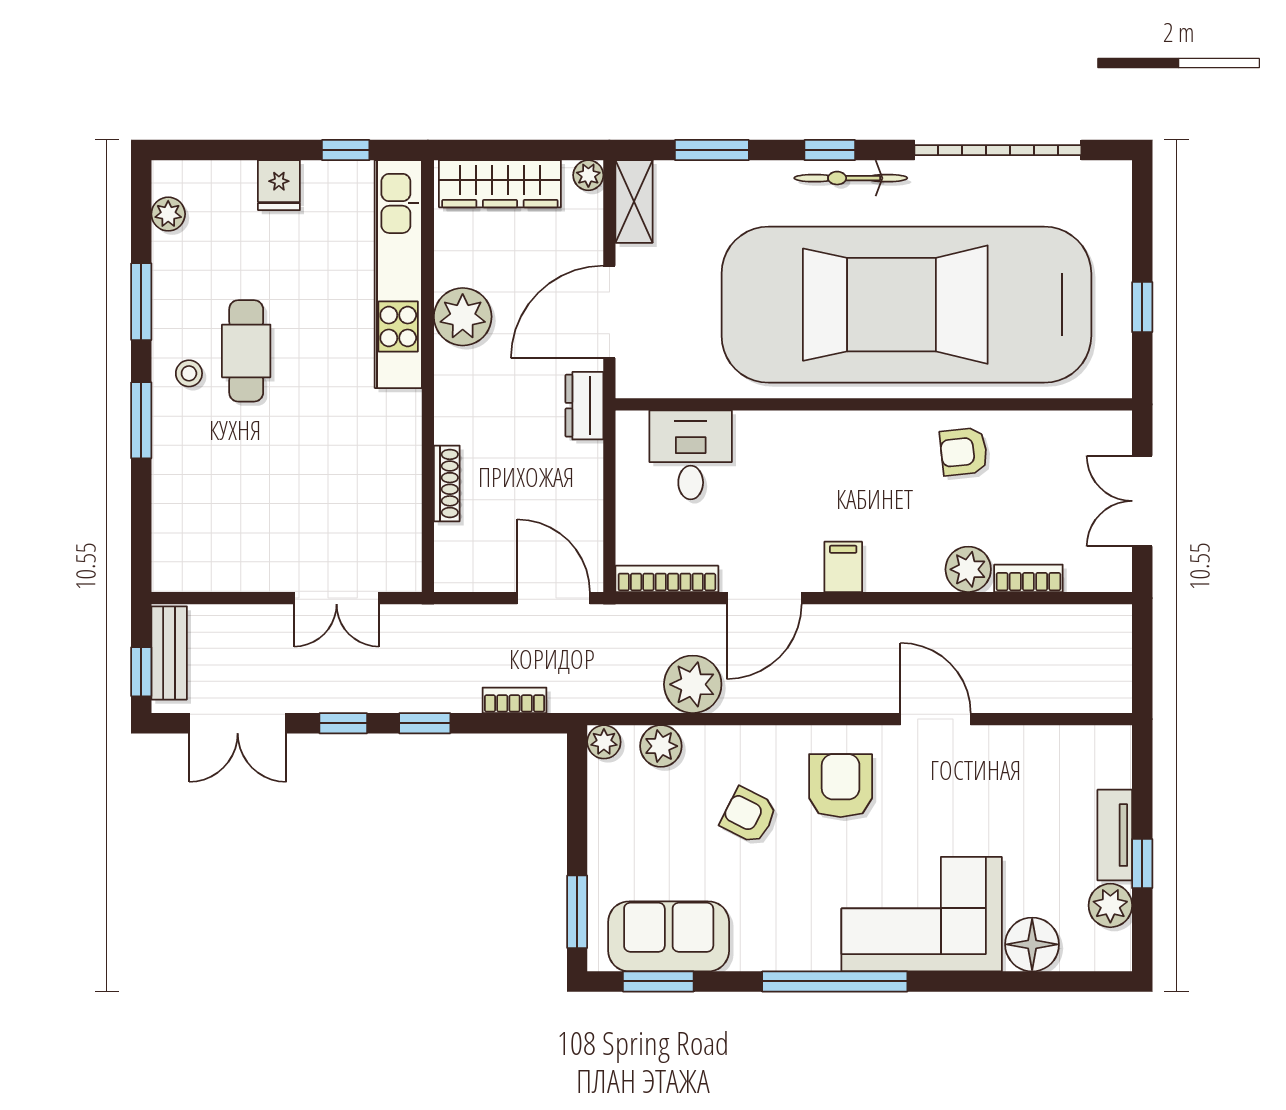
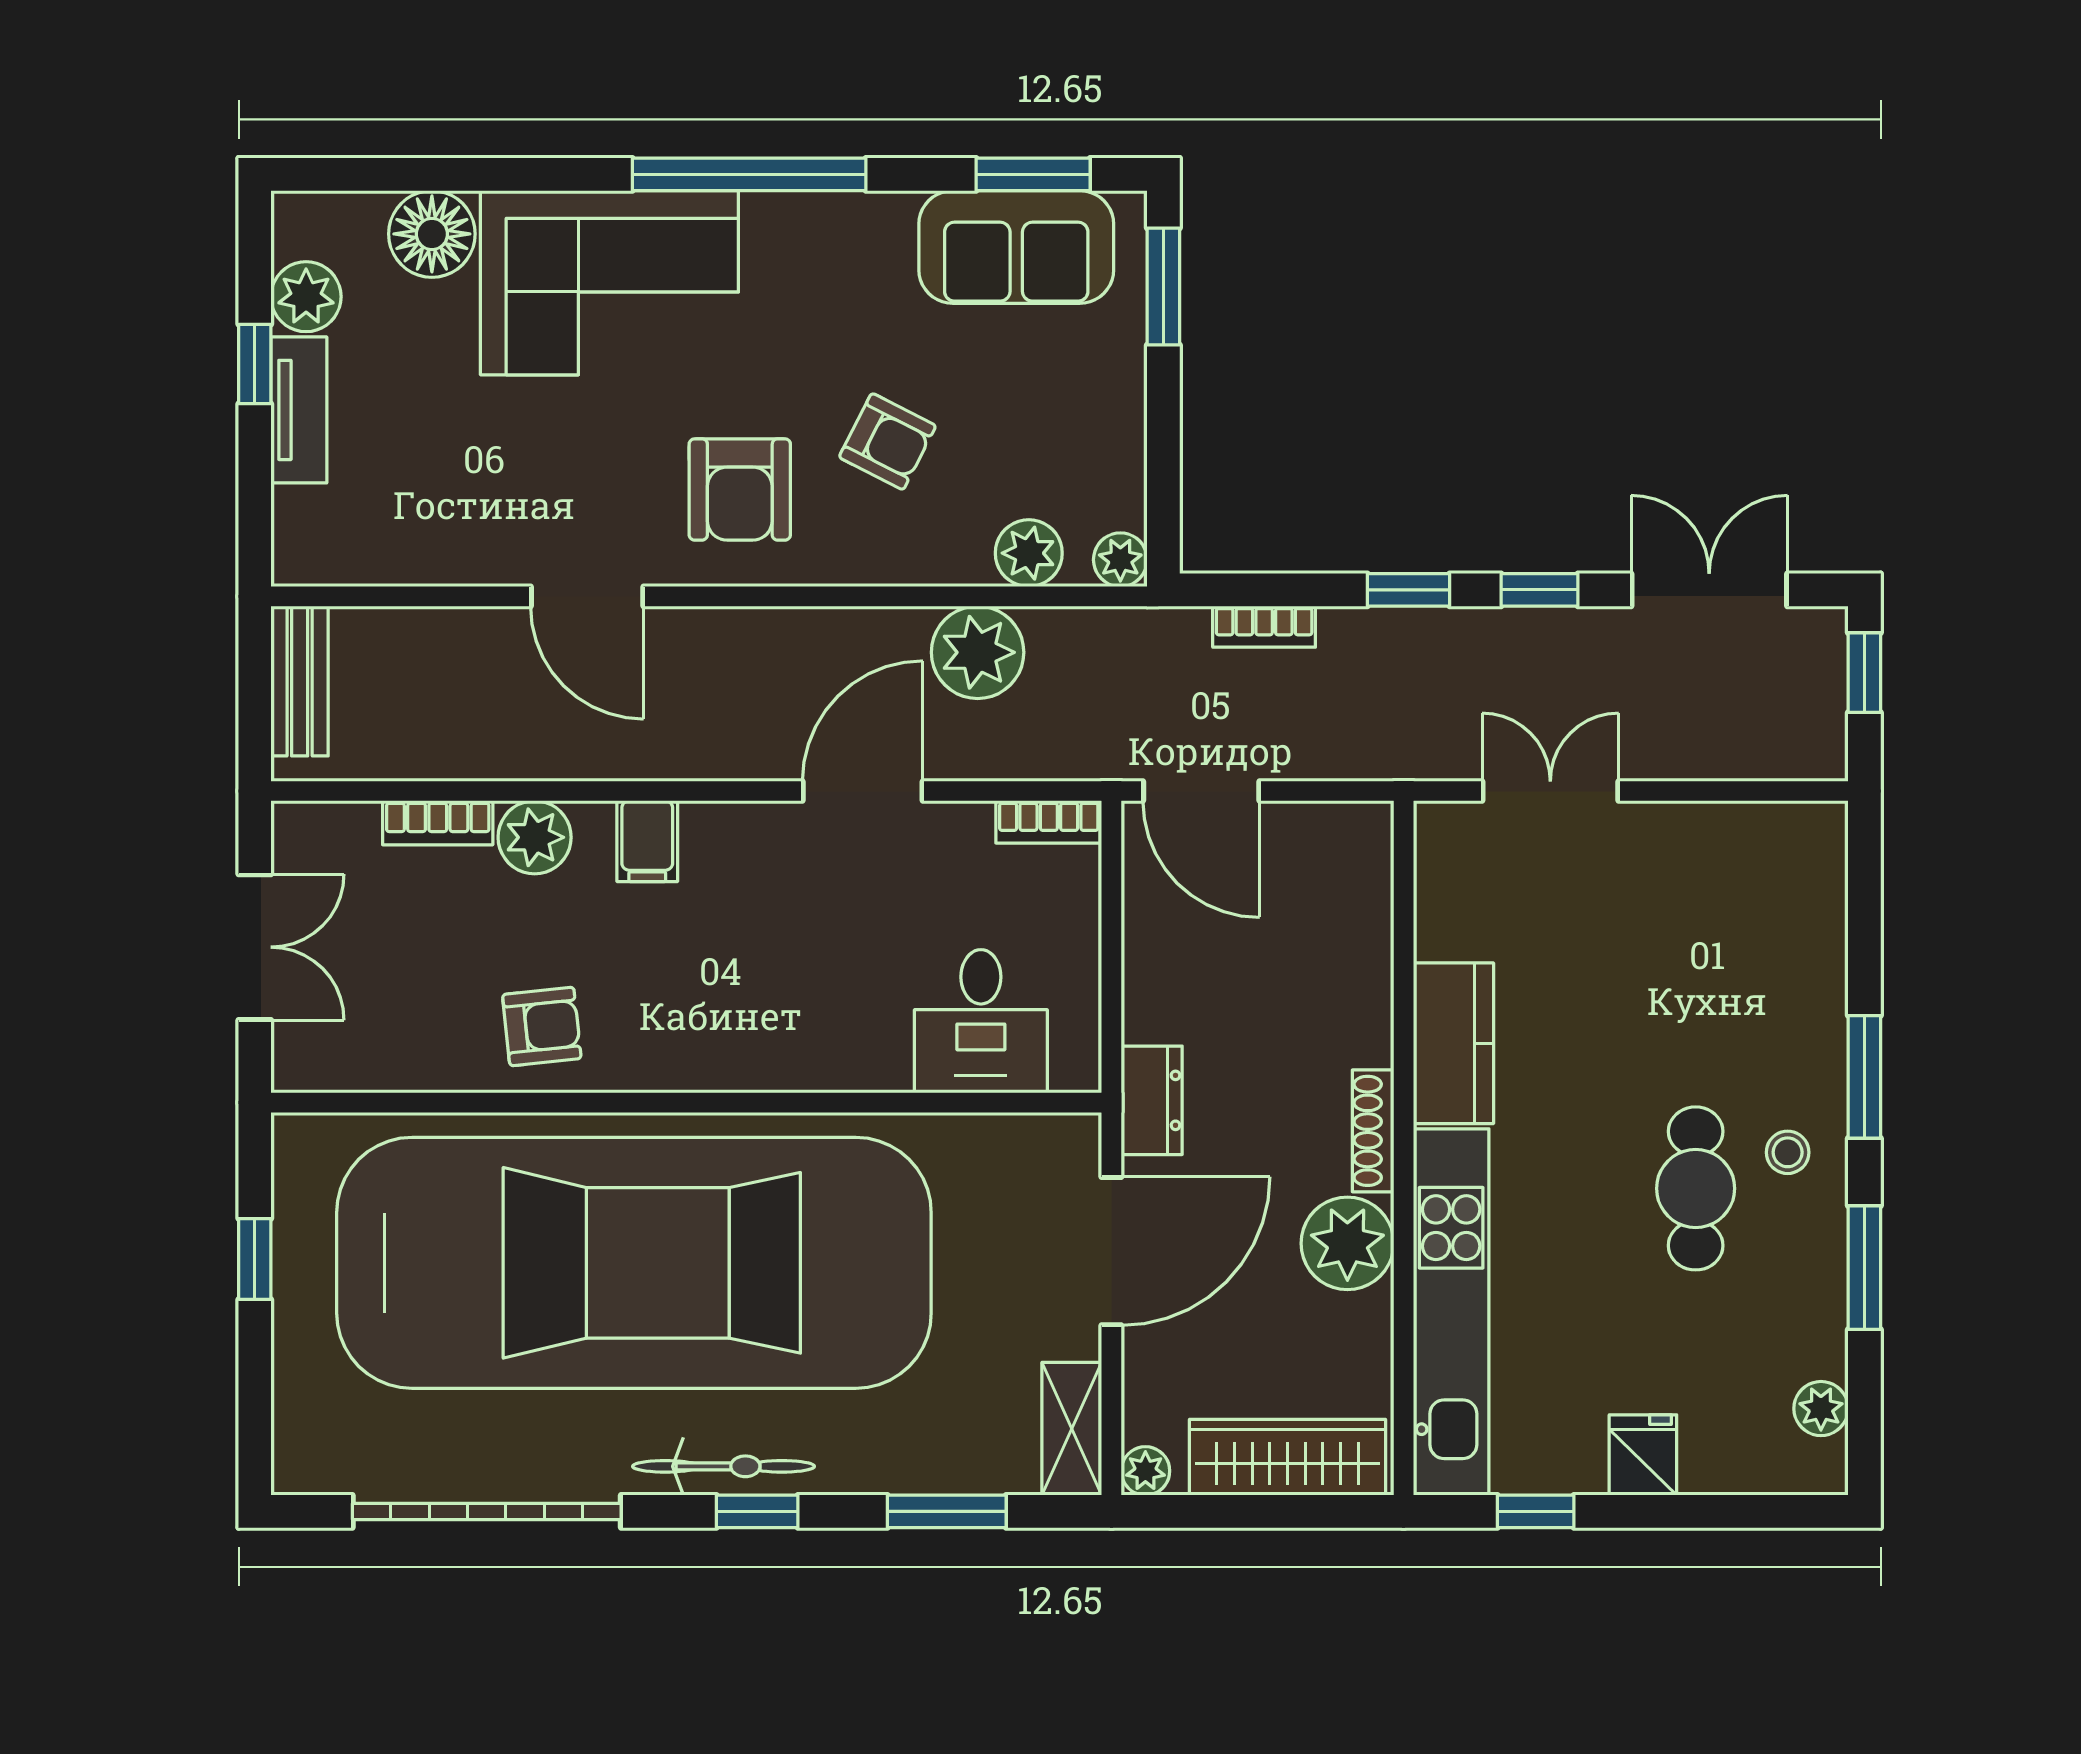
kitchen counter: (397, 441) -> (1453, 1043), added
shoe rack: (447, 483) -> (1373, 1131), moved
filing cabinet: (843, 567) -> (647, 841), moved
bookcase: (667, 579) -> (1049, 822), width x0.64
bench: (169, 653) -> (300, 681), moved

